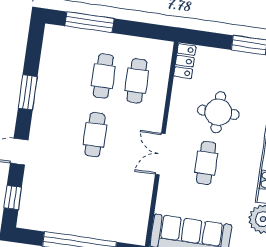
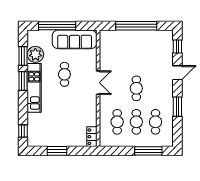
cafe table: (70, 71) -> (155, 122), added
round table: (218, 112) -> (69, 111), removed
cafe table: (206, 163) -> (64, 74), moved

